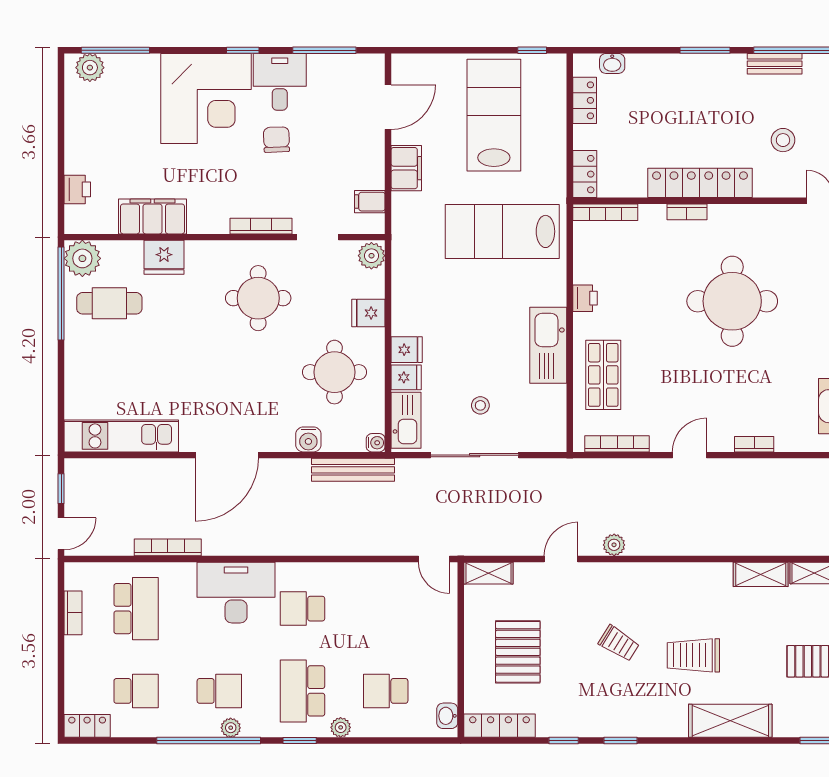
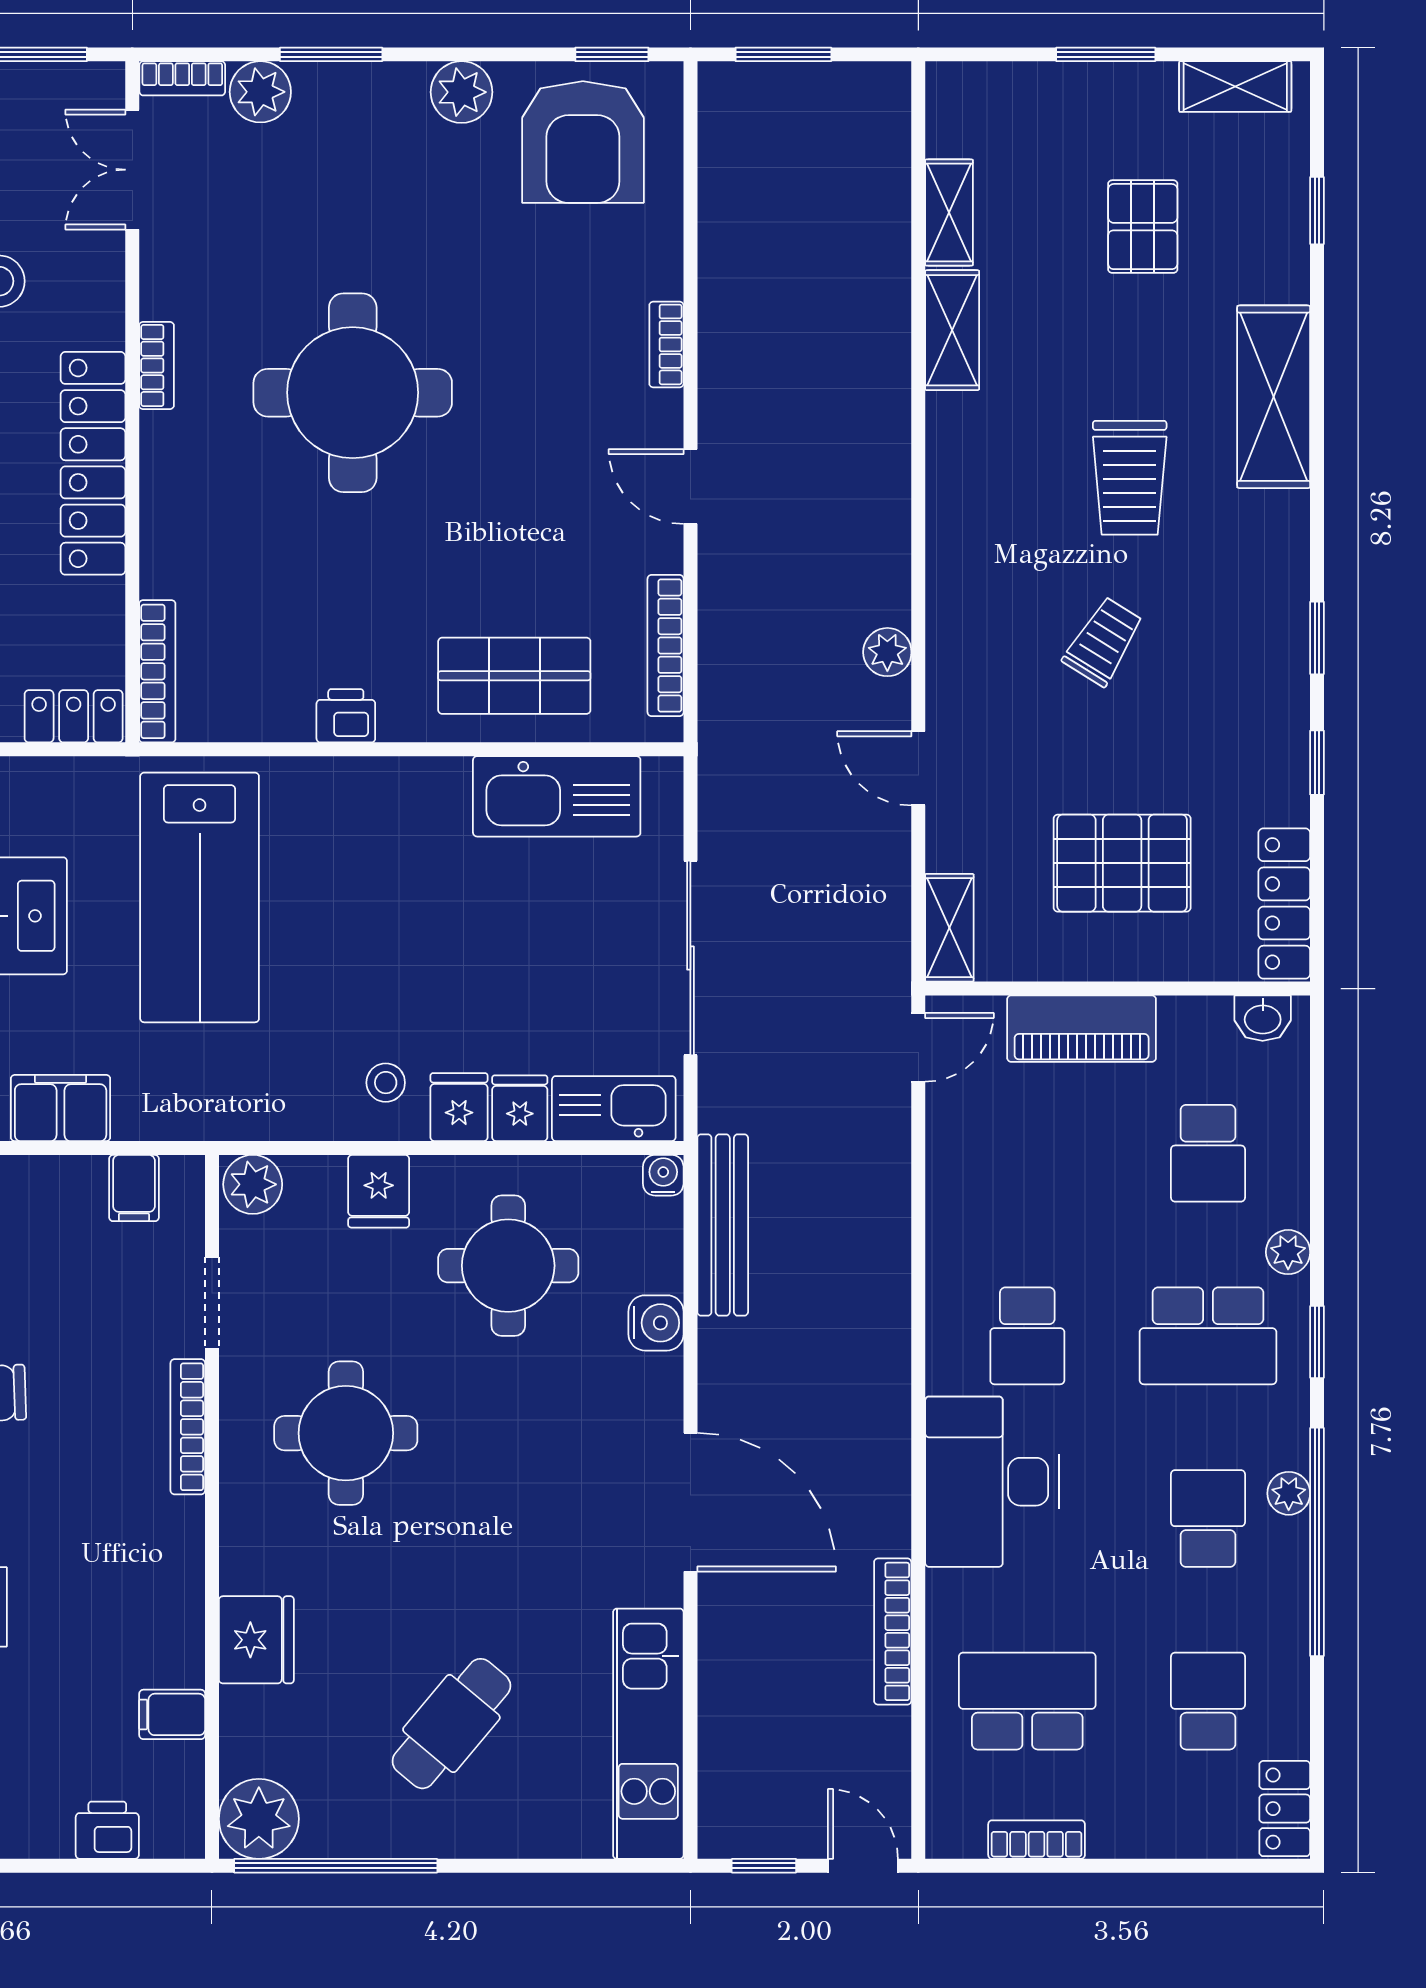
bookcase: (687, 212) -> (156, 366), moved
filing cabinet: (153, 217) -> (172, 1714), width x0.33, depth x0.86
cafe table: (109, 303) -> (451, 1724), moved, turned 40
kitchen sink: (548, 345) -> (557, 796), moved
stool: (480, 405) -> (386, 1083), moved
piano: (442, 633) -> (1082, 1029), added

